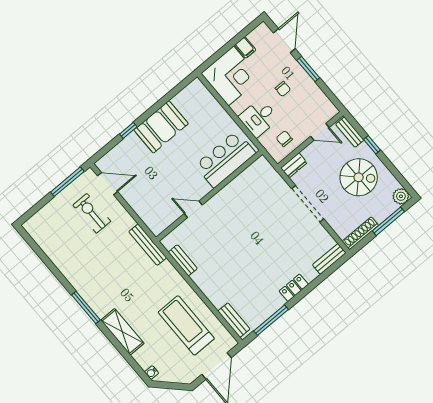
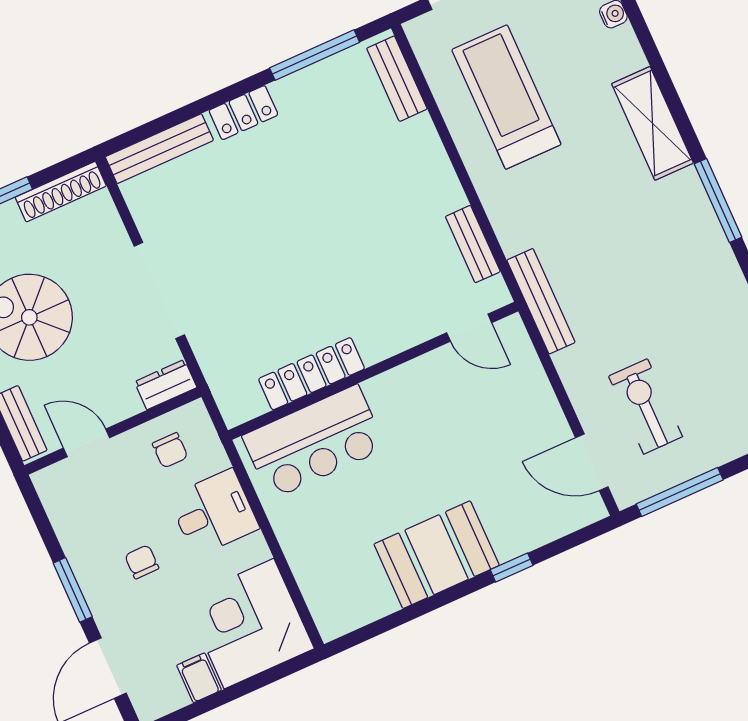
locker: (234, 187) -> (312, 374), added
door: (193, 209) -> (469, 328), moved
exercise bike: (92, 213) -> (645, 406), turned 180
bench: (329, 259) -> (159, 149), width x1.36
treadmill: (186, 325) -> (506, 97), turned 180

